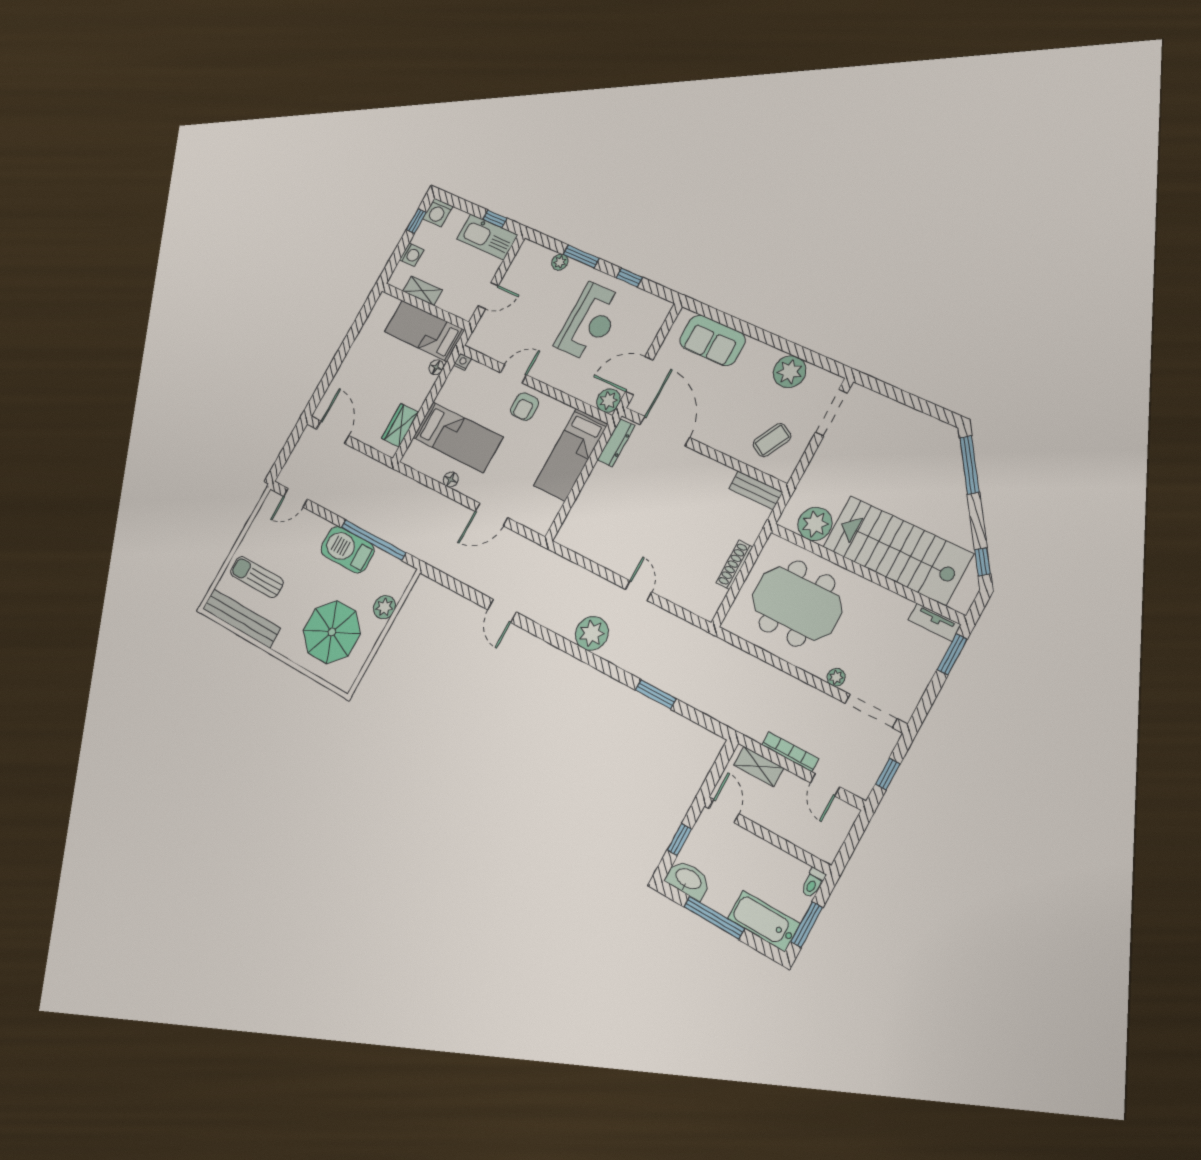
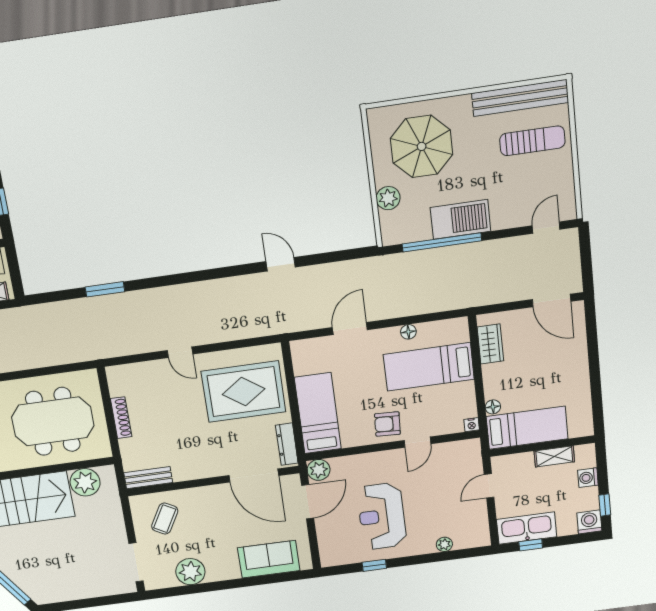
window: (581, 256) -> (429, 558), removed
armchair: (525, 407) -> (387, 424), turned -87
rug: (615, 517) -> (244, 392), added
plant: (592, 633) -> (192, 298), removed

